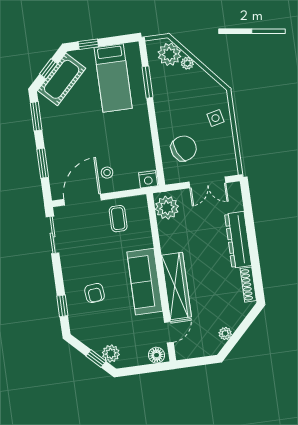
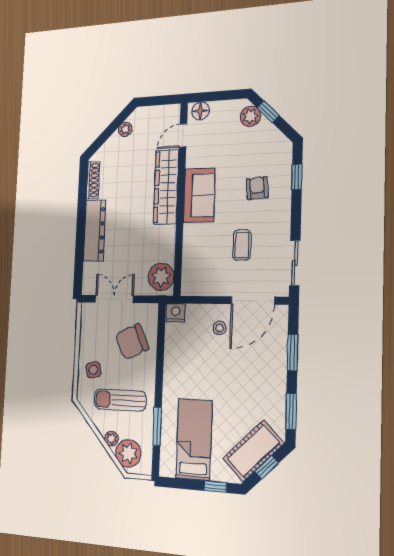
sun lounger: (185, 97) -> (120, 400), added
coffee table: (118, 219) -> (242, 245), moved
sofa: (145, 282) -> (199, 195), width x0.73

